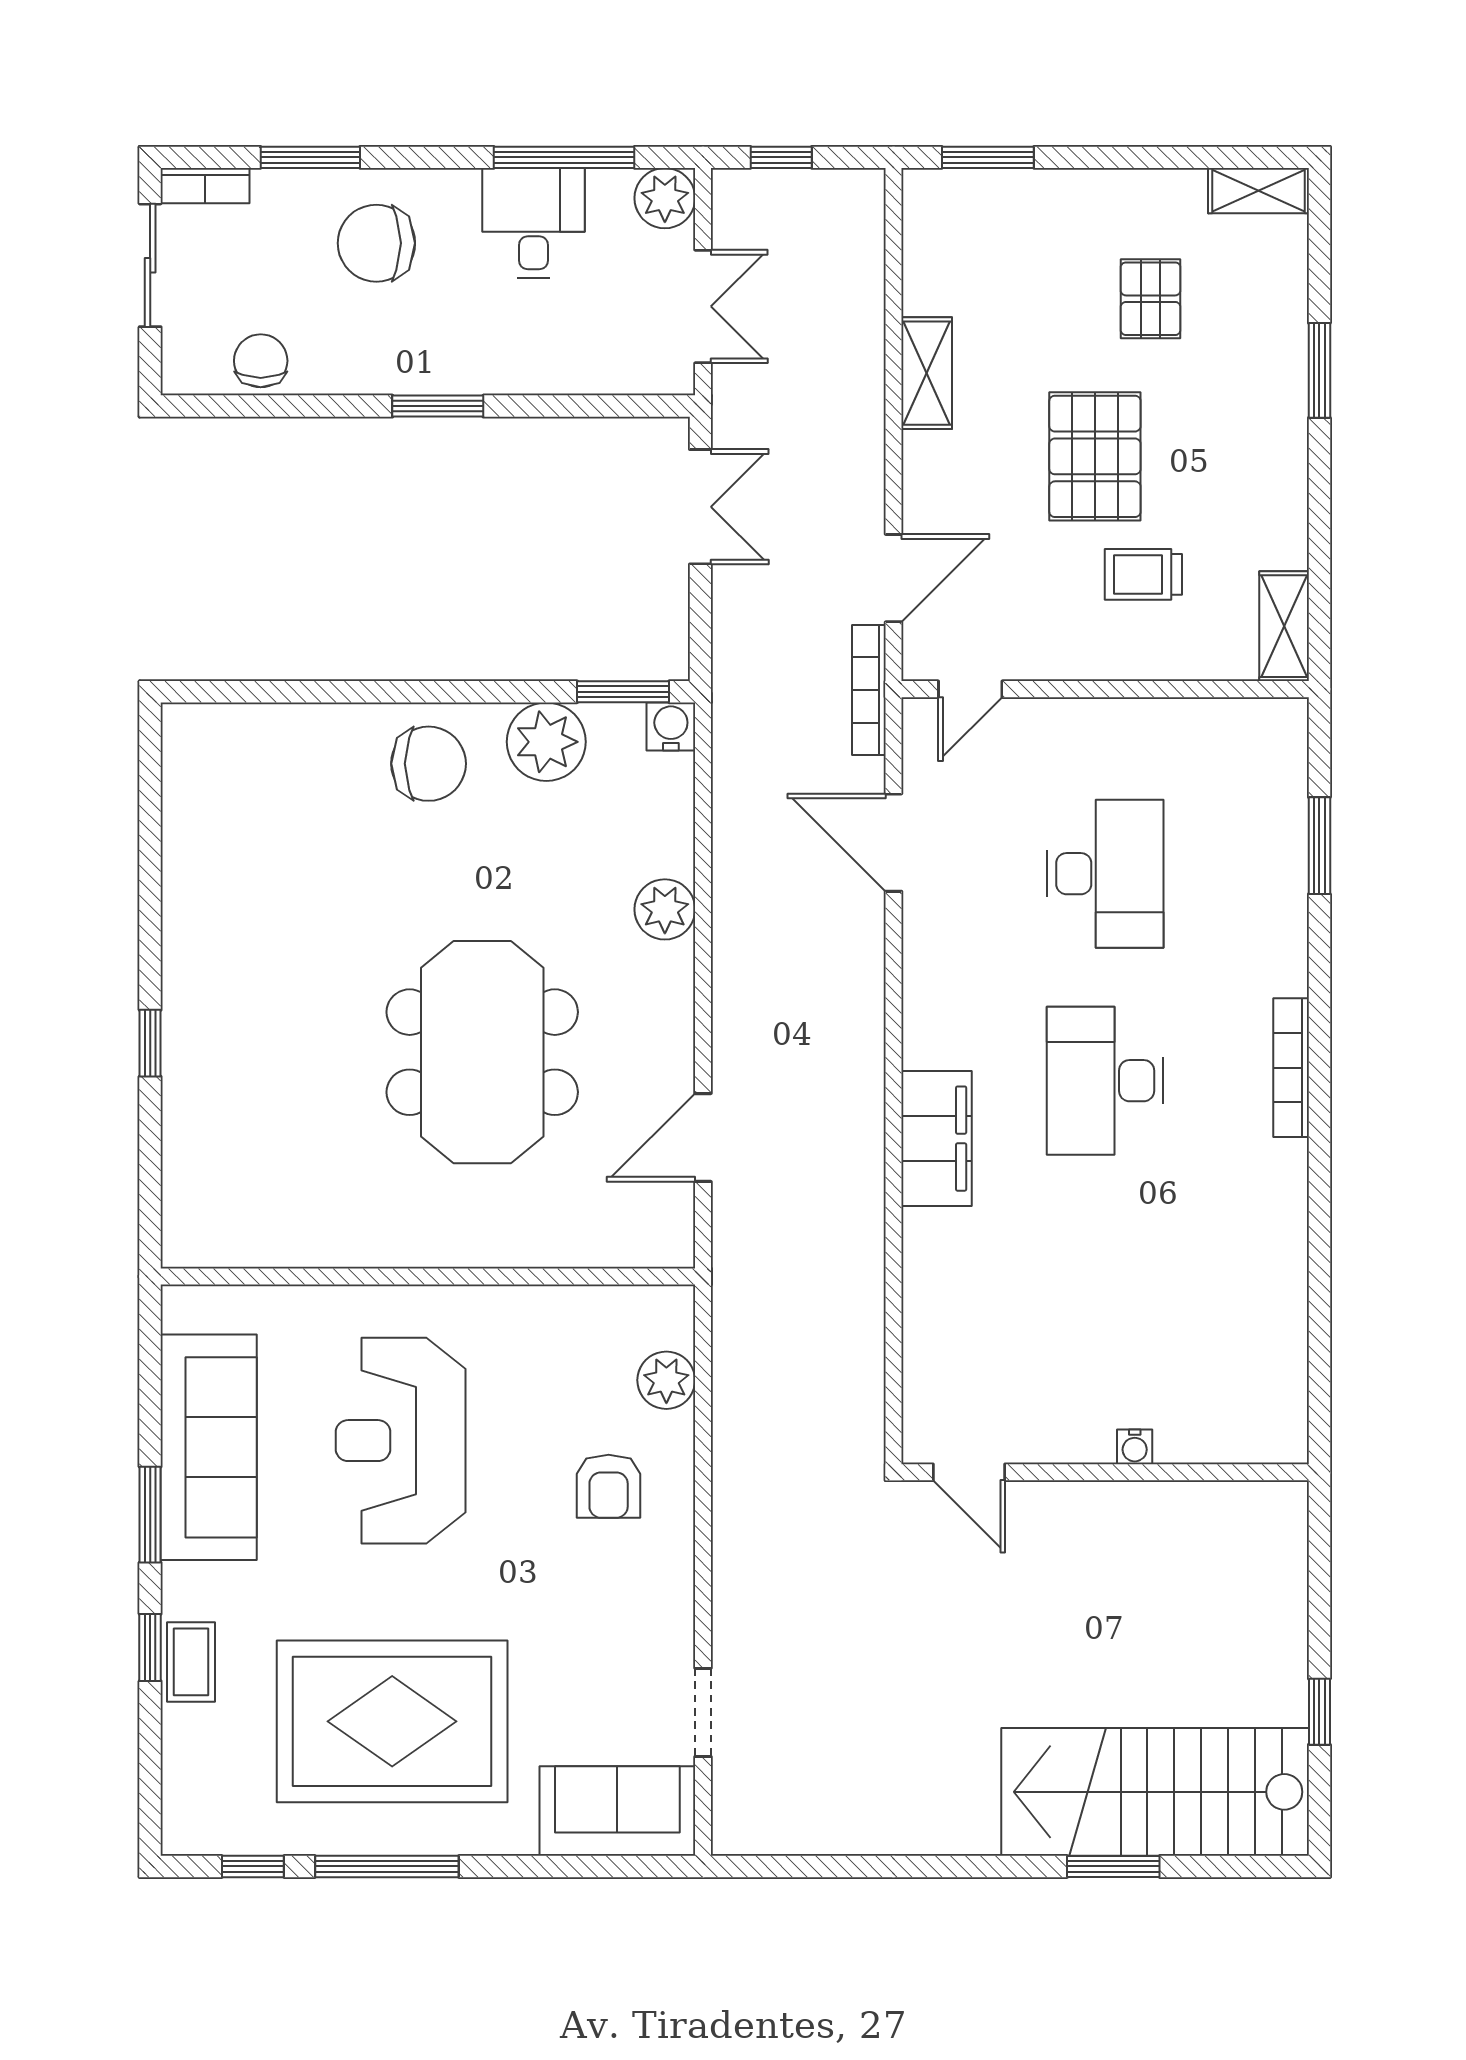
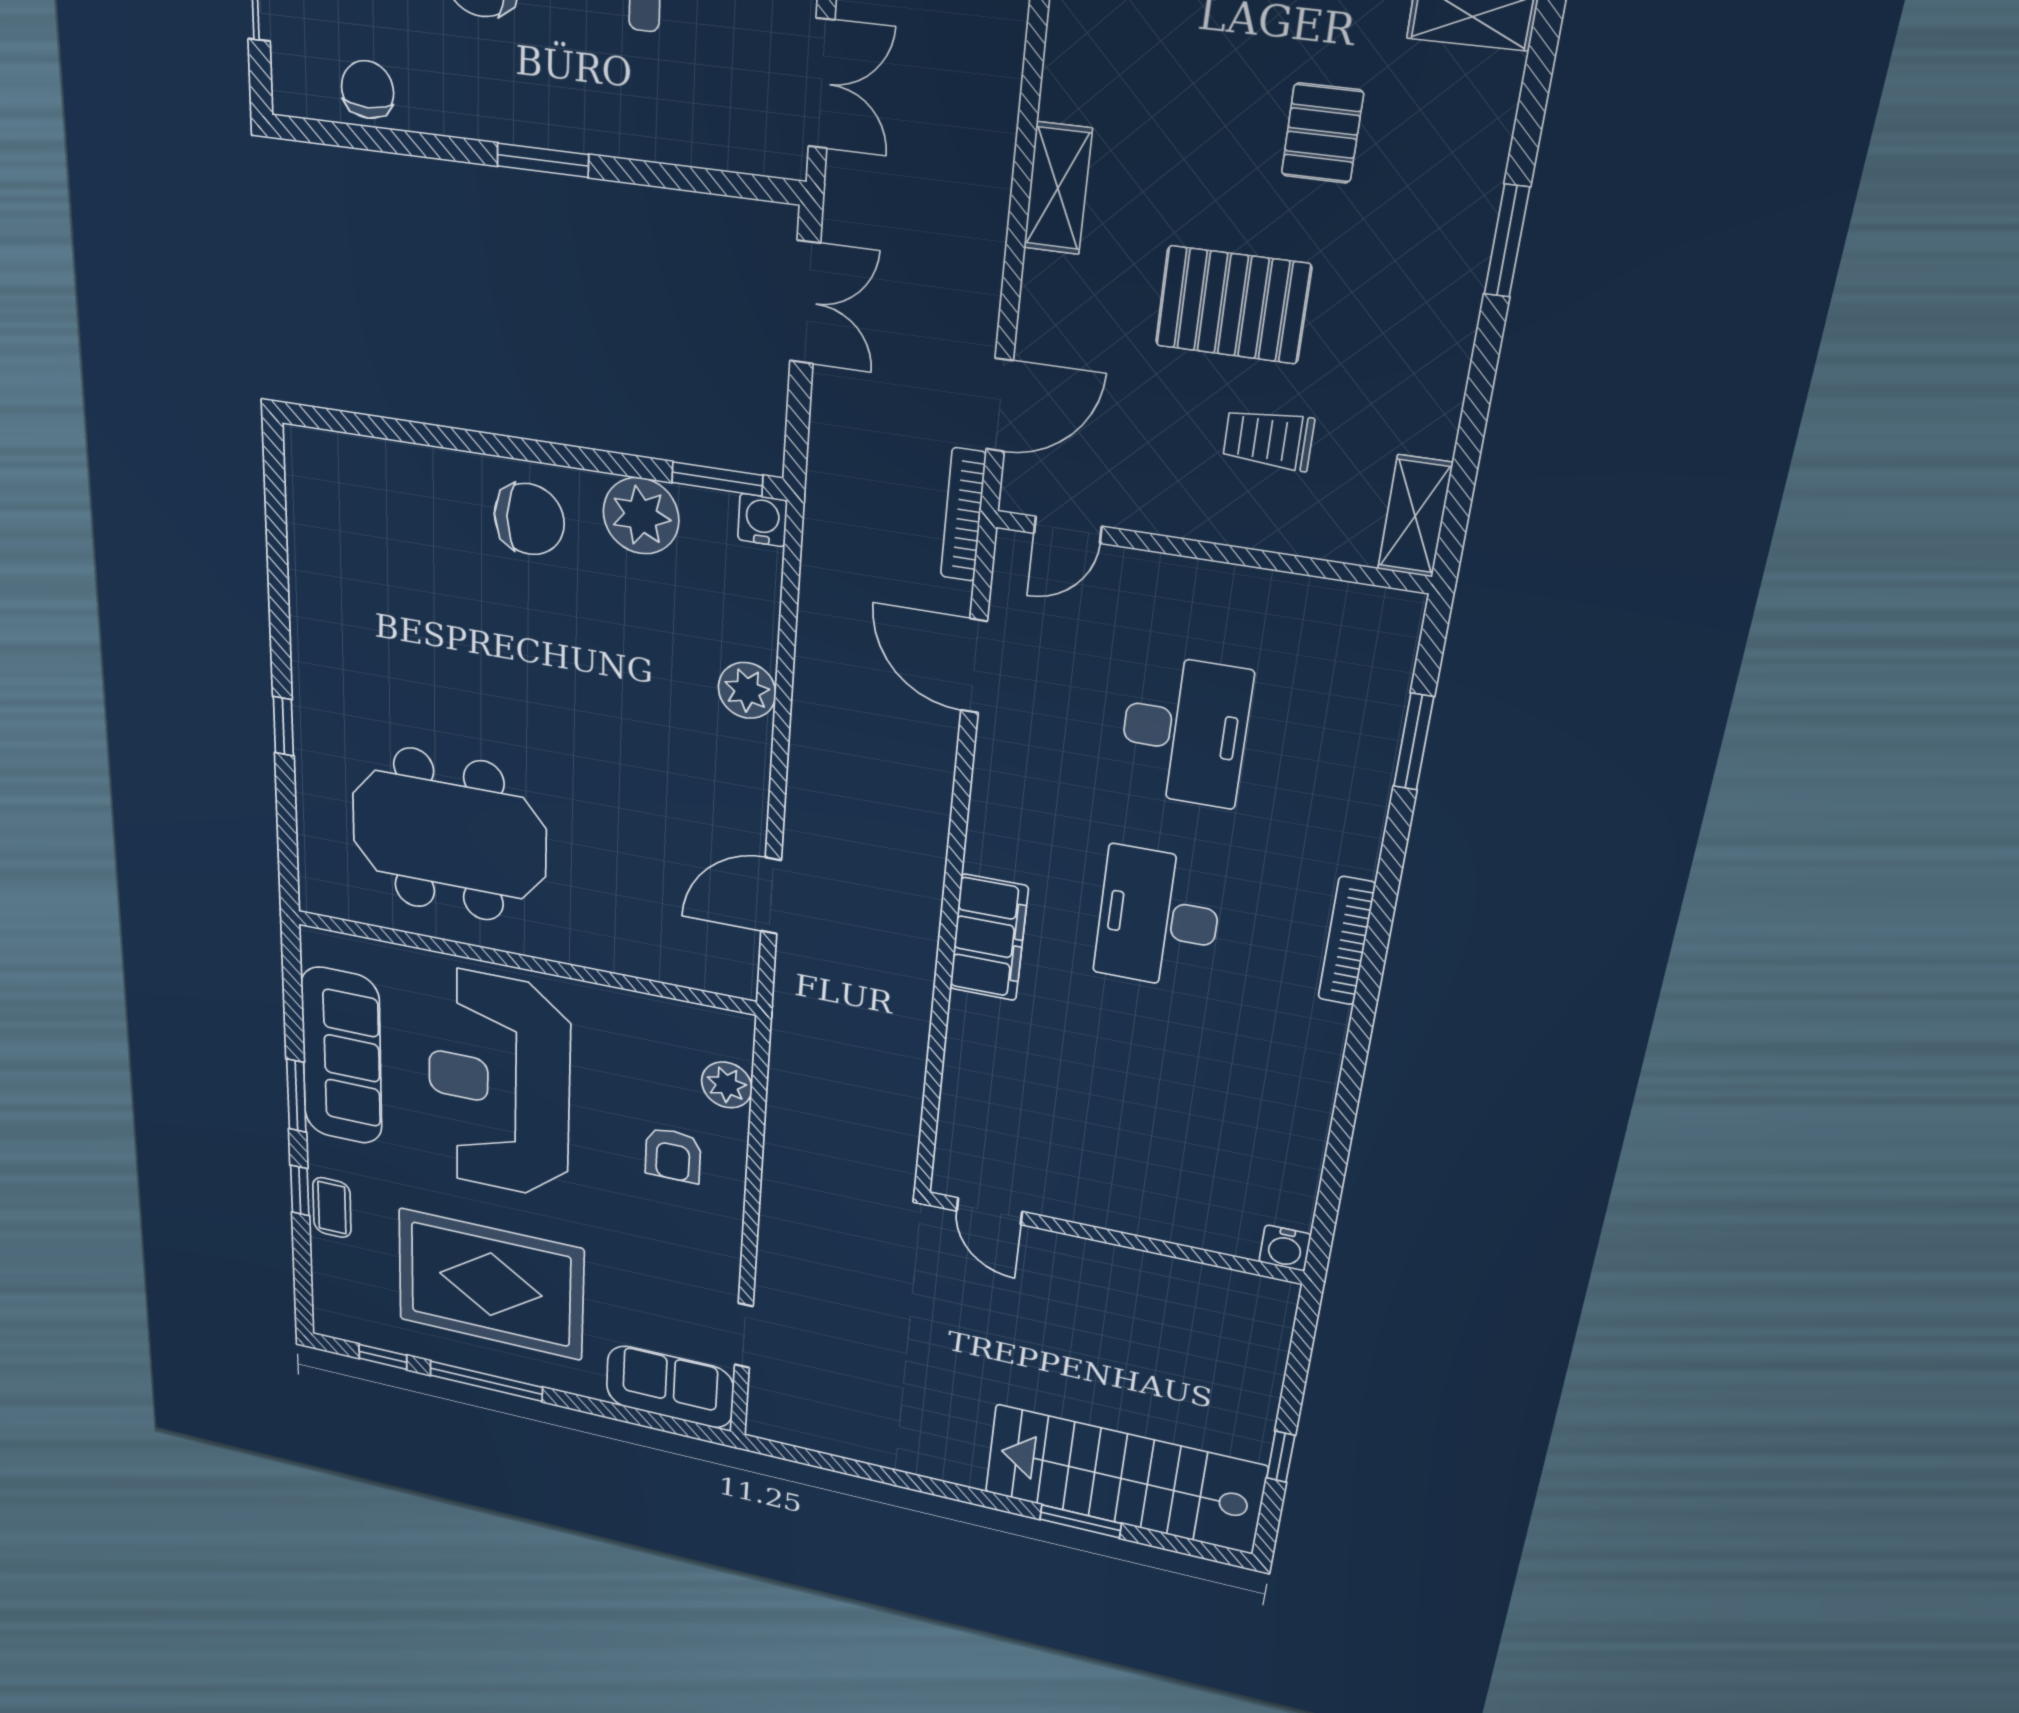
pallet: (1095, 456) -> (1233, 305), turned 90
meeting table: (482, 1052) -> (449, 835), moved, turned 90
reception desk: (401, 1441) -> (499, 1084), width x1.36, depth x1.30
water cooler: (1135, 1447) -> (1285, 1248), moved, width x1.38, depth x1.38

